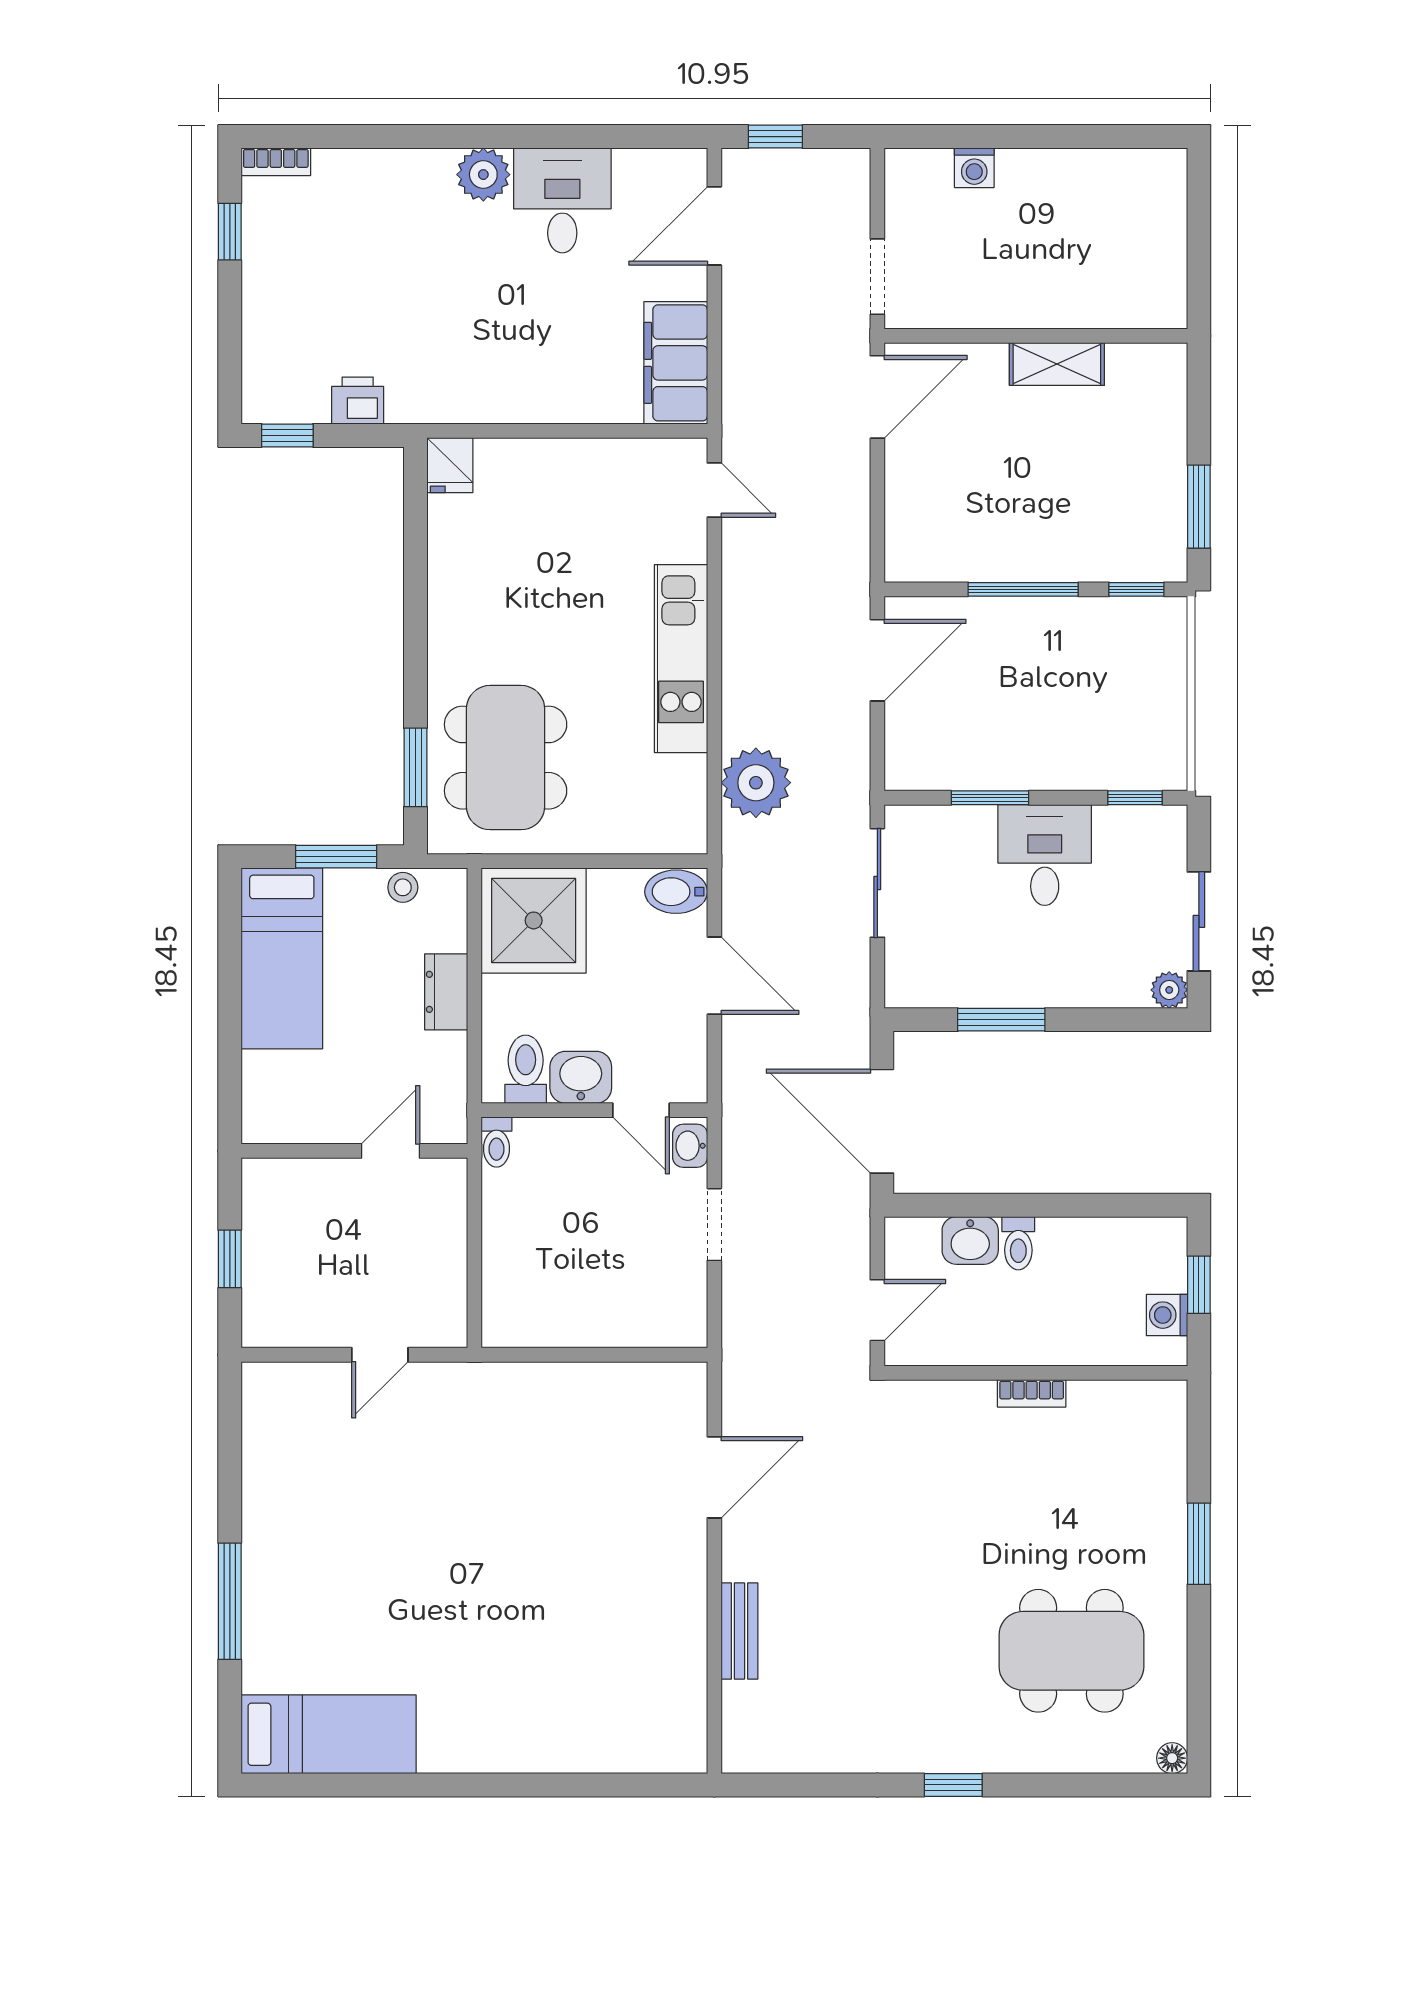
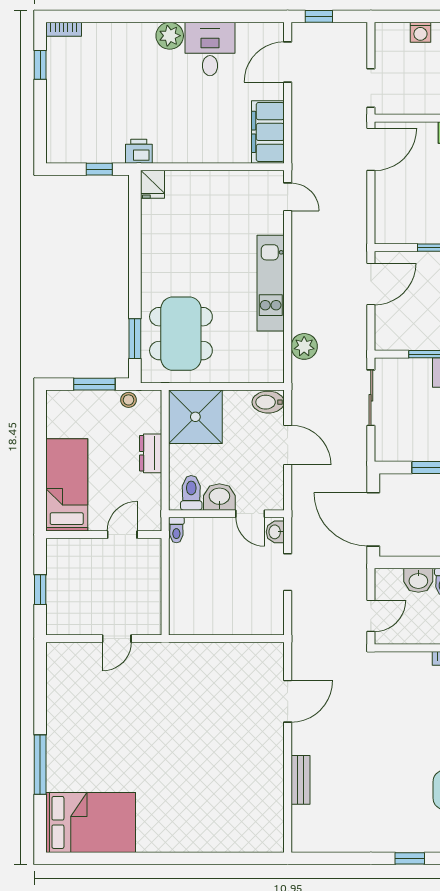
printer: (358, 401) -> (139, 151), moved
window: (287, 435) -> (99, 169), moved
plant: (756, 783) -> (304, 346), width x0.73, depth x0.73
bed: (282, 958) -> (67, 485), moved, turned 180
bed: (329, 1734) -> (91, 822), width x1.50

